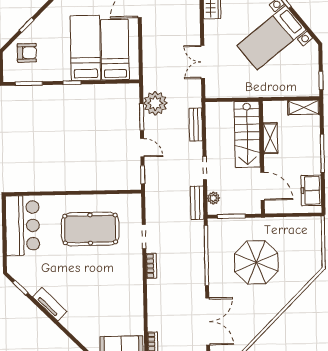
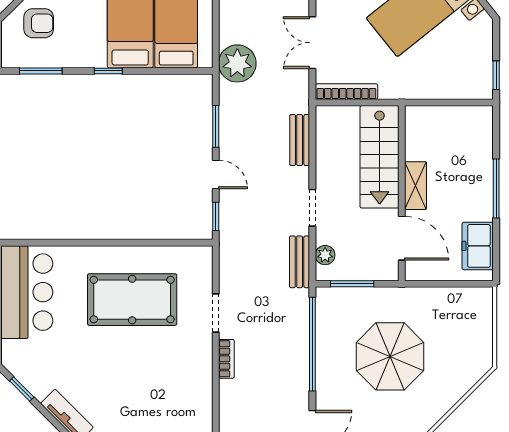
bookcase: (225, 93) -> (346, 92), added
plant: (155, 103) -> (237, 63), moved
shelving: (304, 107) -> (468, 116), removed
shelving: (270, 138) -> (416, 186), moved

